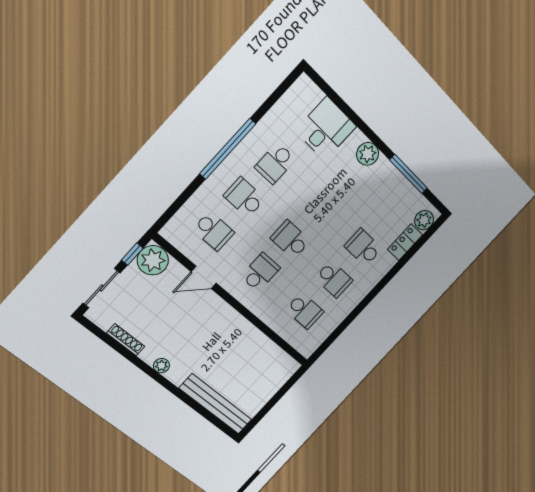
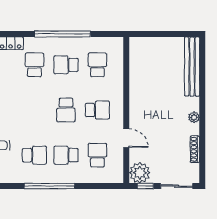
school desk: (244, 197) -> (66, 155), turned 90
school desk: (363, 247) -> (34, 65), turned 180
school desk: (260, 272) -> (97, 110), turned 180
school desk: (334, 279) -> (66, 65), turned -90
window: (365, 302) -> (62, 34), added

